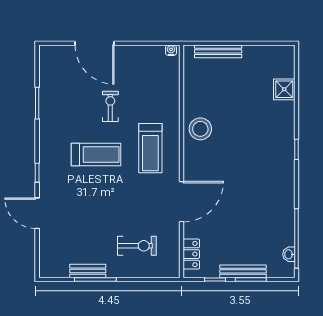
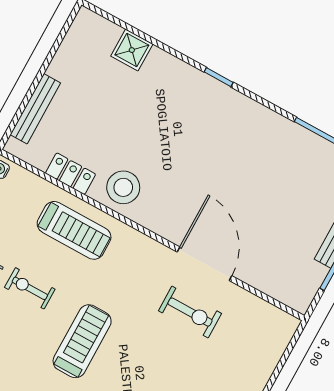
treadmill: (150, 148) -> (74, 230), moved
exercise bike: (137, 246) -> (190, 312), moved, turned 90
locker: (191, 254) -> (70, 174), moved

